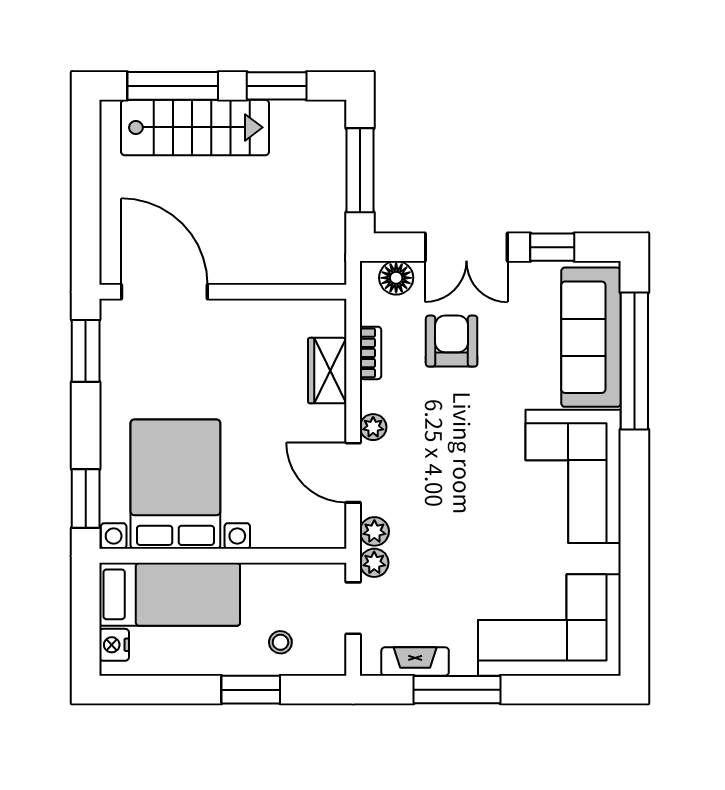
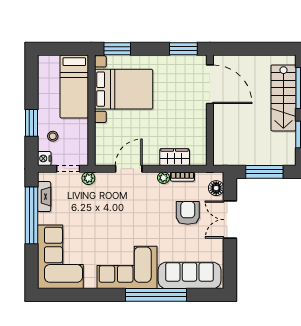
window: (552, 247) -> (230, 258), removed
door: (164, 292) -> (210, 84), hinge flipped
armchair: (452, 341) -> (188, 213), turned -90
window: (634, 361) -> (156, 295), moved
plant: (373, 427) -> (164, 178), moved
plant: (374, 531) -> (102, 178), removed
nightstand: (114, 645) -> (44, 159), moved, turned -90
window: (457, 690) -> (32, 215), width x1.46

